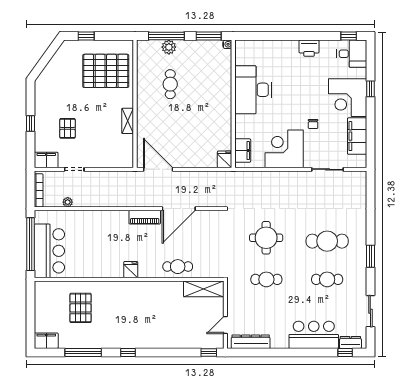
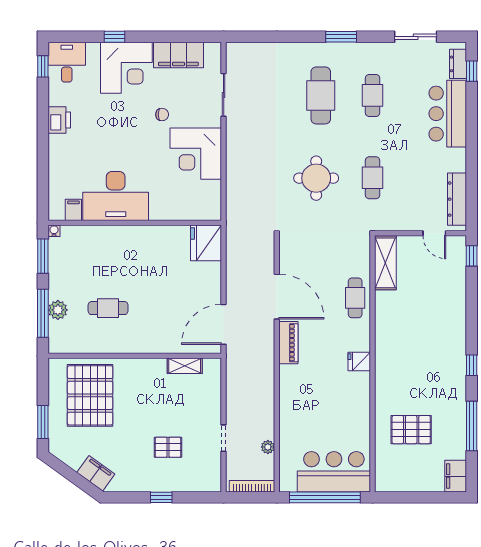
window: (86, 36) -> (43, 422), width x1.50
shelving: (128, 121) -> (185, 366), moved
filing cabinet: (243, 151) -> (73, 210), moved, width x0.50
fridge: (225, 159) -> (206, 243), width x1.88, depth x1.34
filing cabinet: (46, 160) -> (96, 473), moved, turned 126

